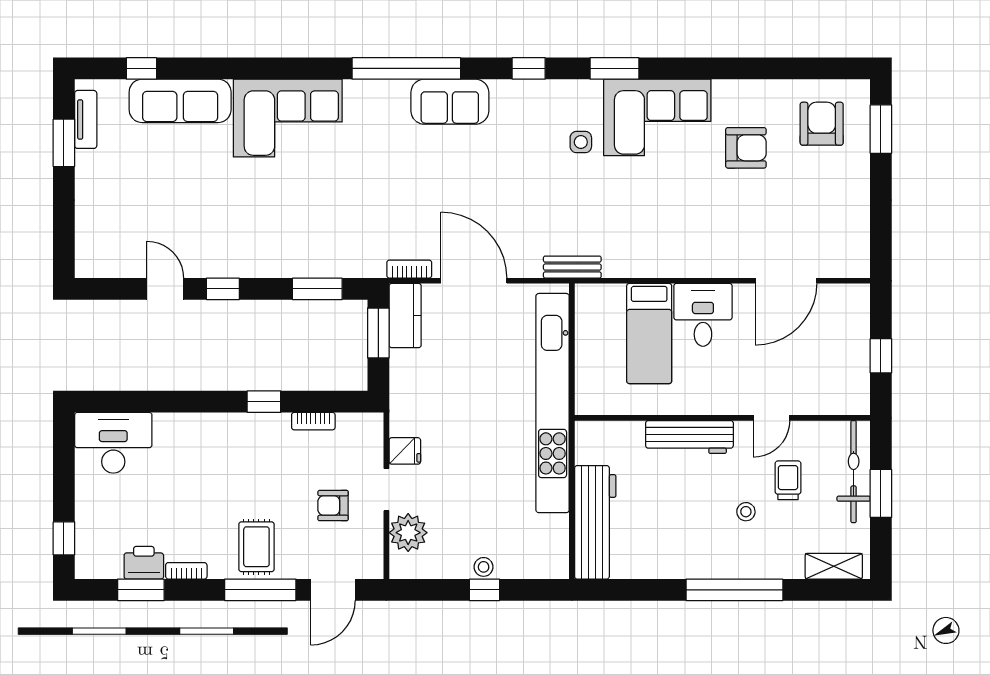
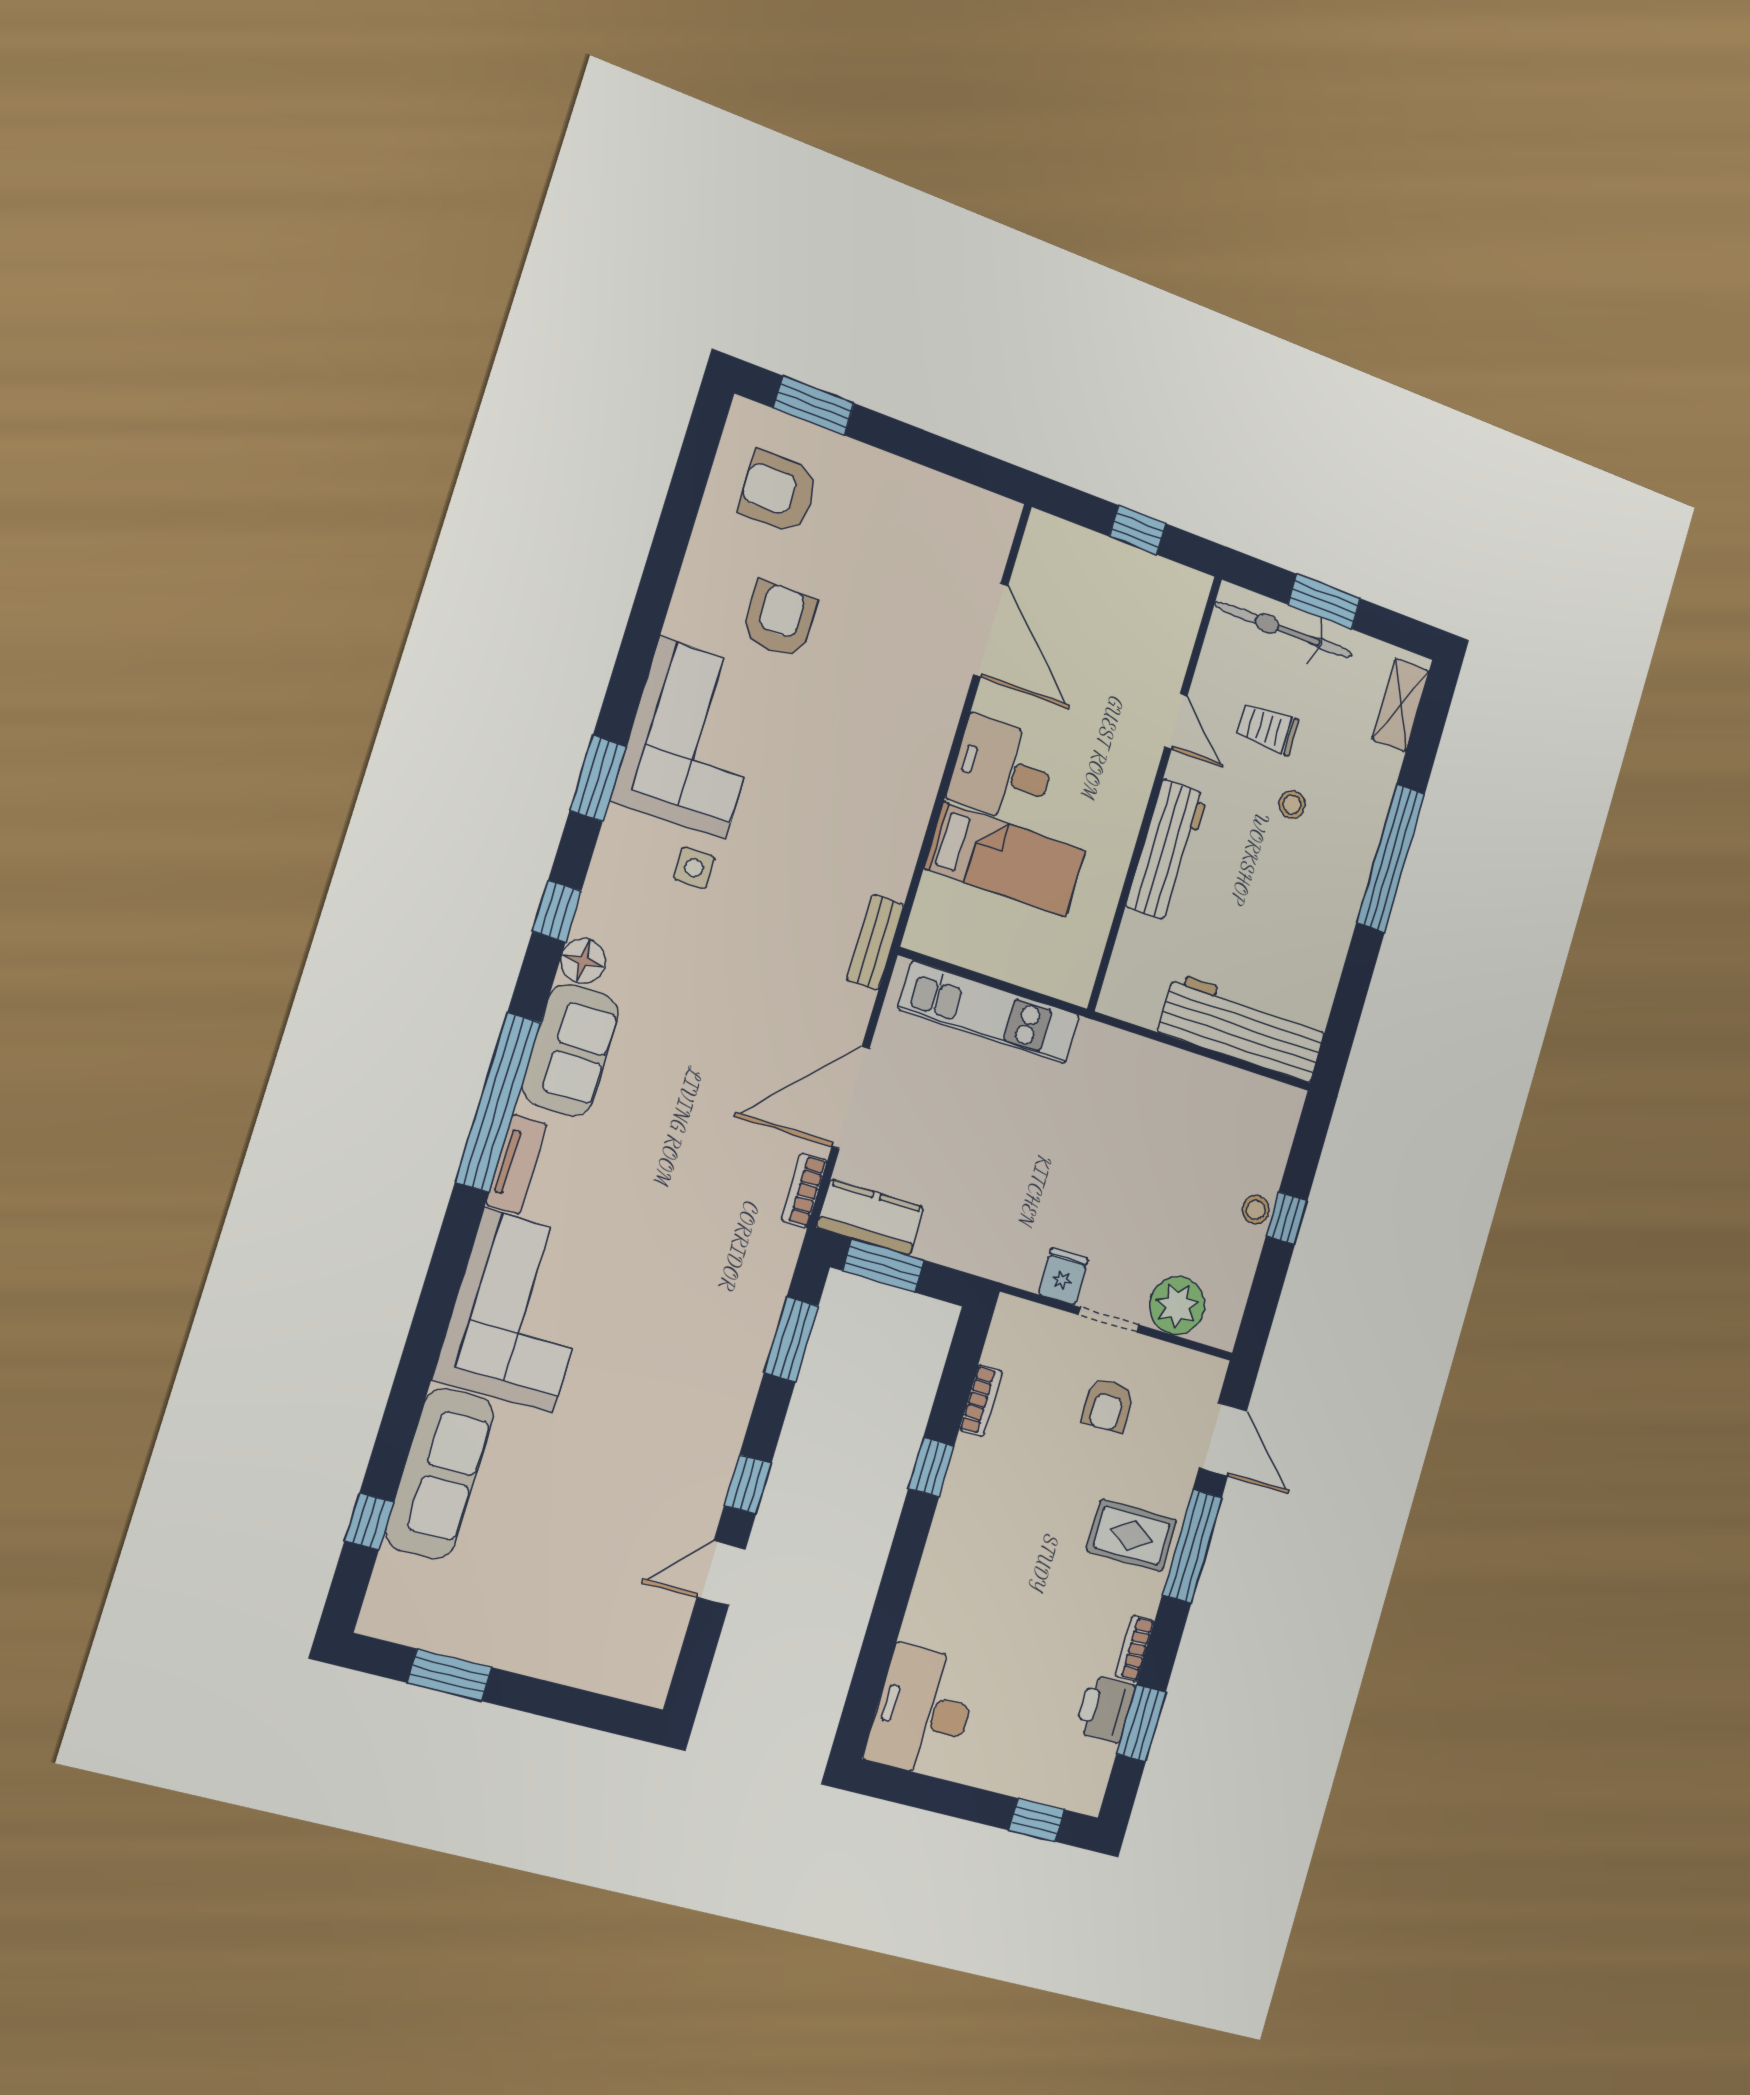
floor lamp: (505, 93) -> (583, 961), added
tv unit: (86, 119) -> (516, 1164), moved, turned 90
kitchen unit: (553, 403) -> (989, 1012), width x0.54

